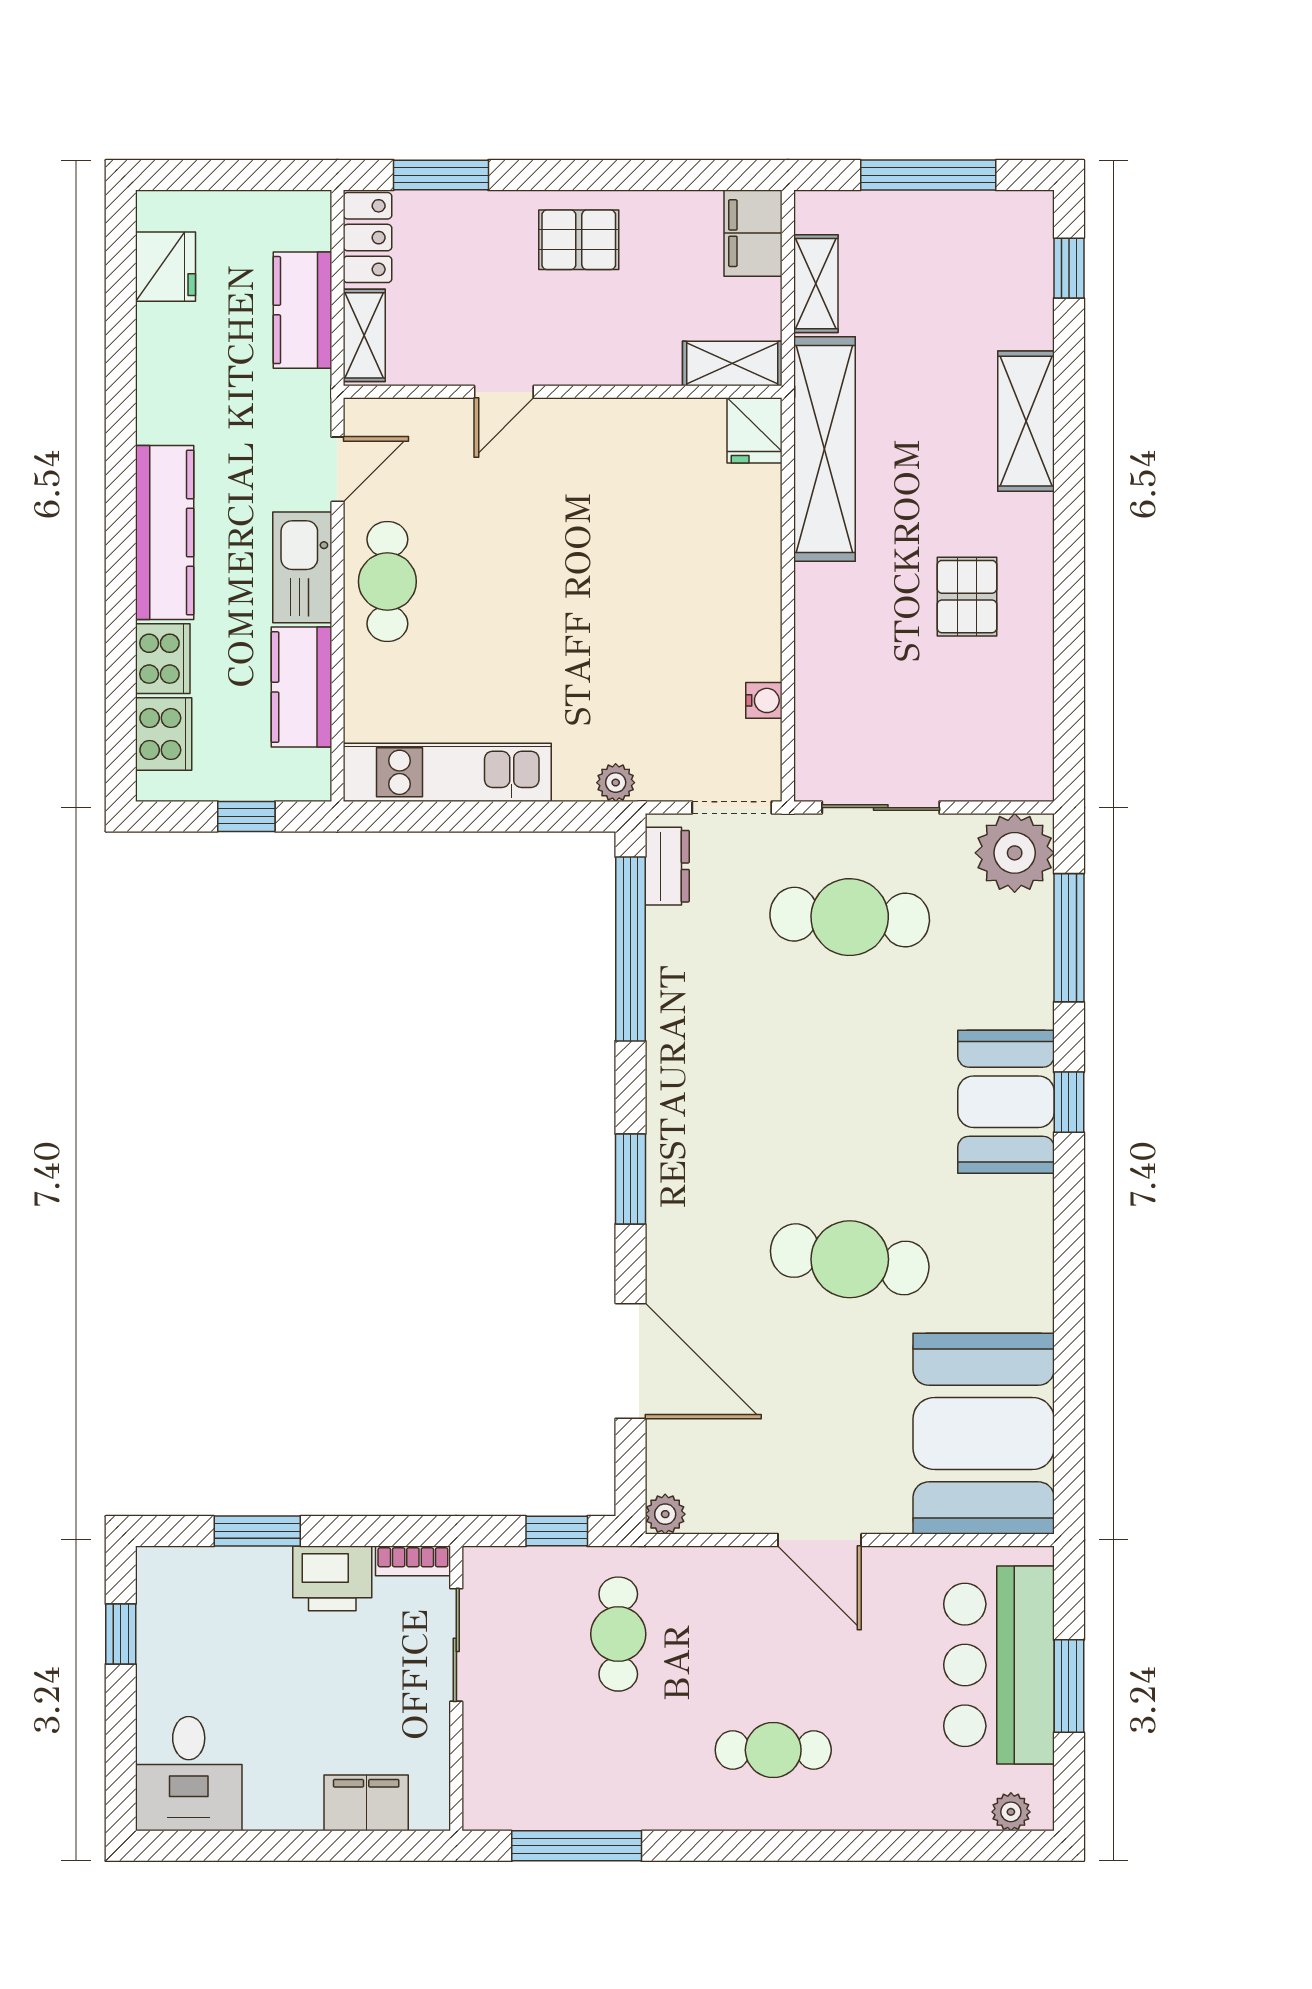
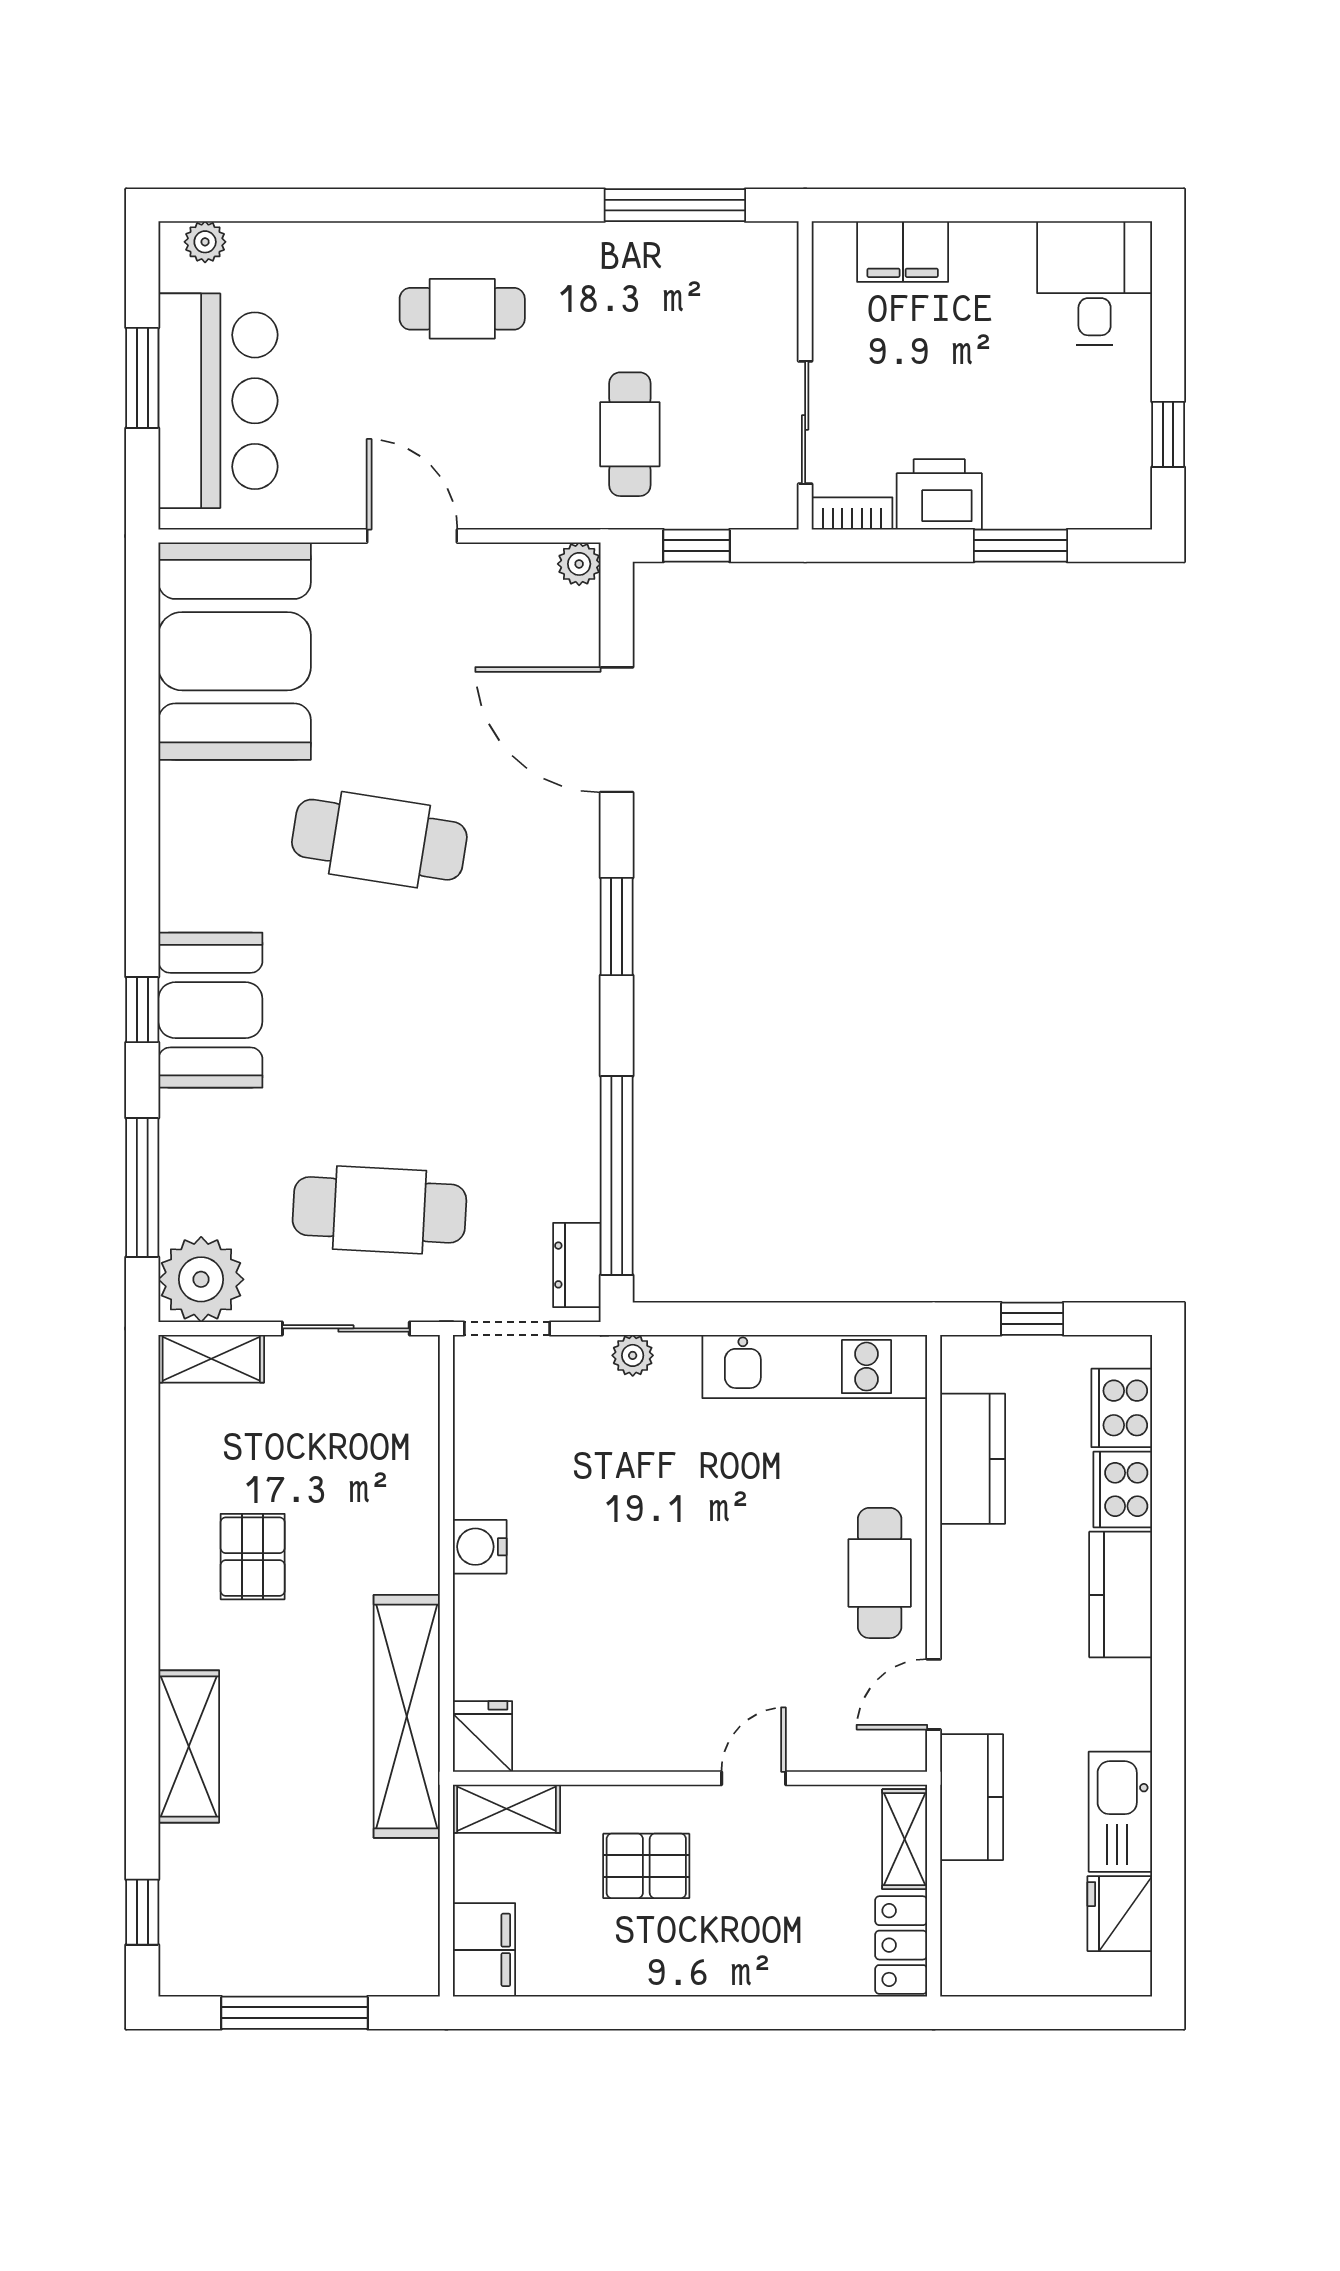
window: (441, 175) -> (822, 2013), removed
pallet: (579, 240) -> (646, 1866), moved
shelving: (816, 284) -> (211, 1359), moved, turned 90
kitchen counter: (302, 310) -> (972, 1797), moved
kitchen counter: (165, 533) -> (1121, 1595), width x0.67
kitchen sink: (302, 567) -> (1120, 1812), moved, turned 180
water cooler: (764, 700) -> (480, 1547), moved, width x1.38, depth x1.38

